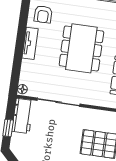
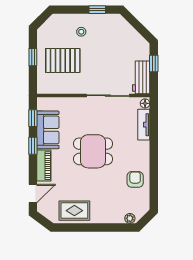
tv unit: (30, 43) -> (144, 125), moved
dining table: (81, 48) -> (93, 151), width x0.73

